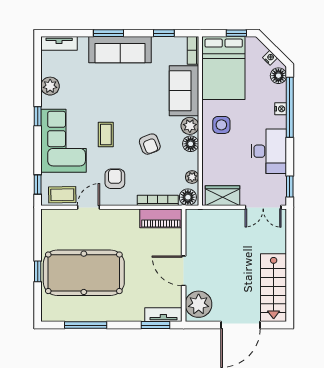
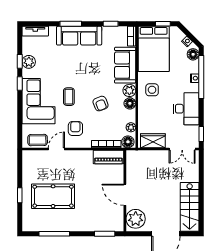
window: (38, 184) -> (20, 61), moved
pool table: (84, 273) -> (53, 196), width x0.73, depth x0.76
tv unit: (163, 315) -> (110, 226), removed

